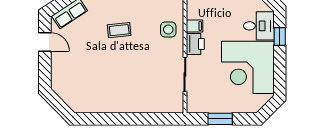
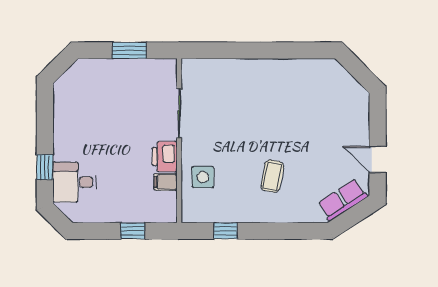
coffee table: (119, 30) -> (272, 176), turned -73
corner desk: (248, 67) -> (90, 123), removed

